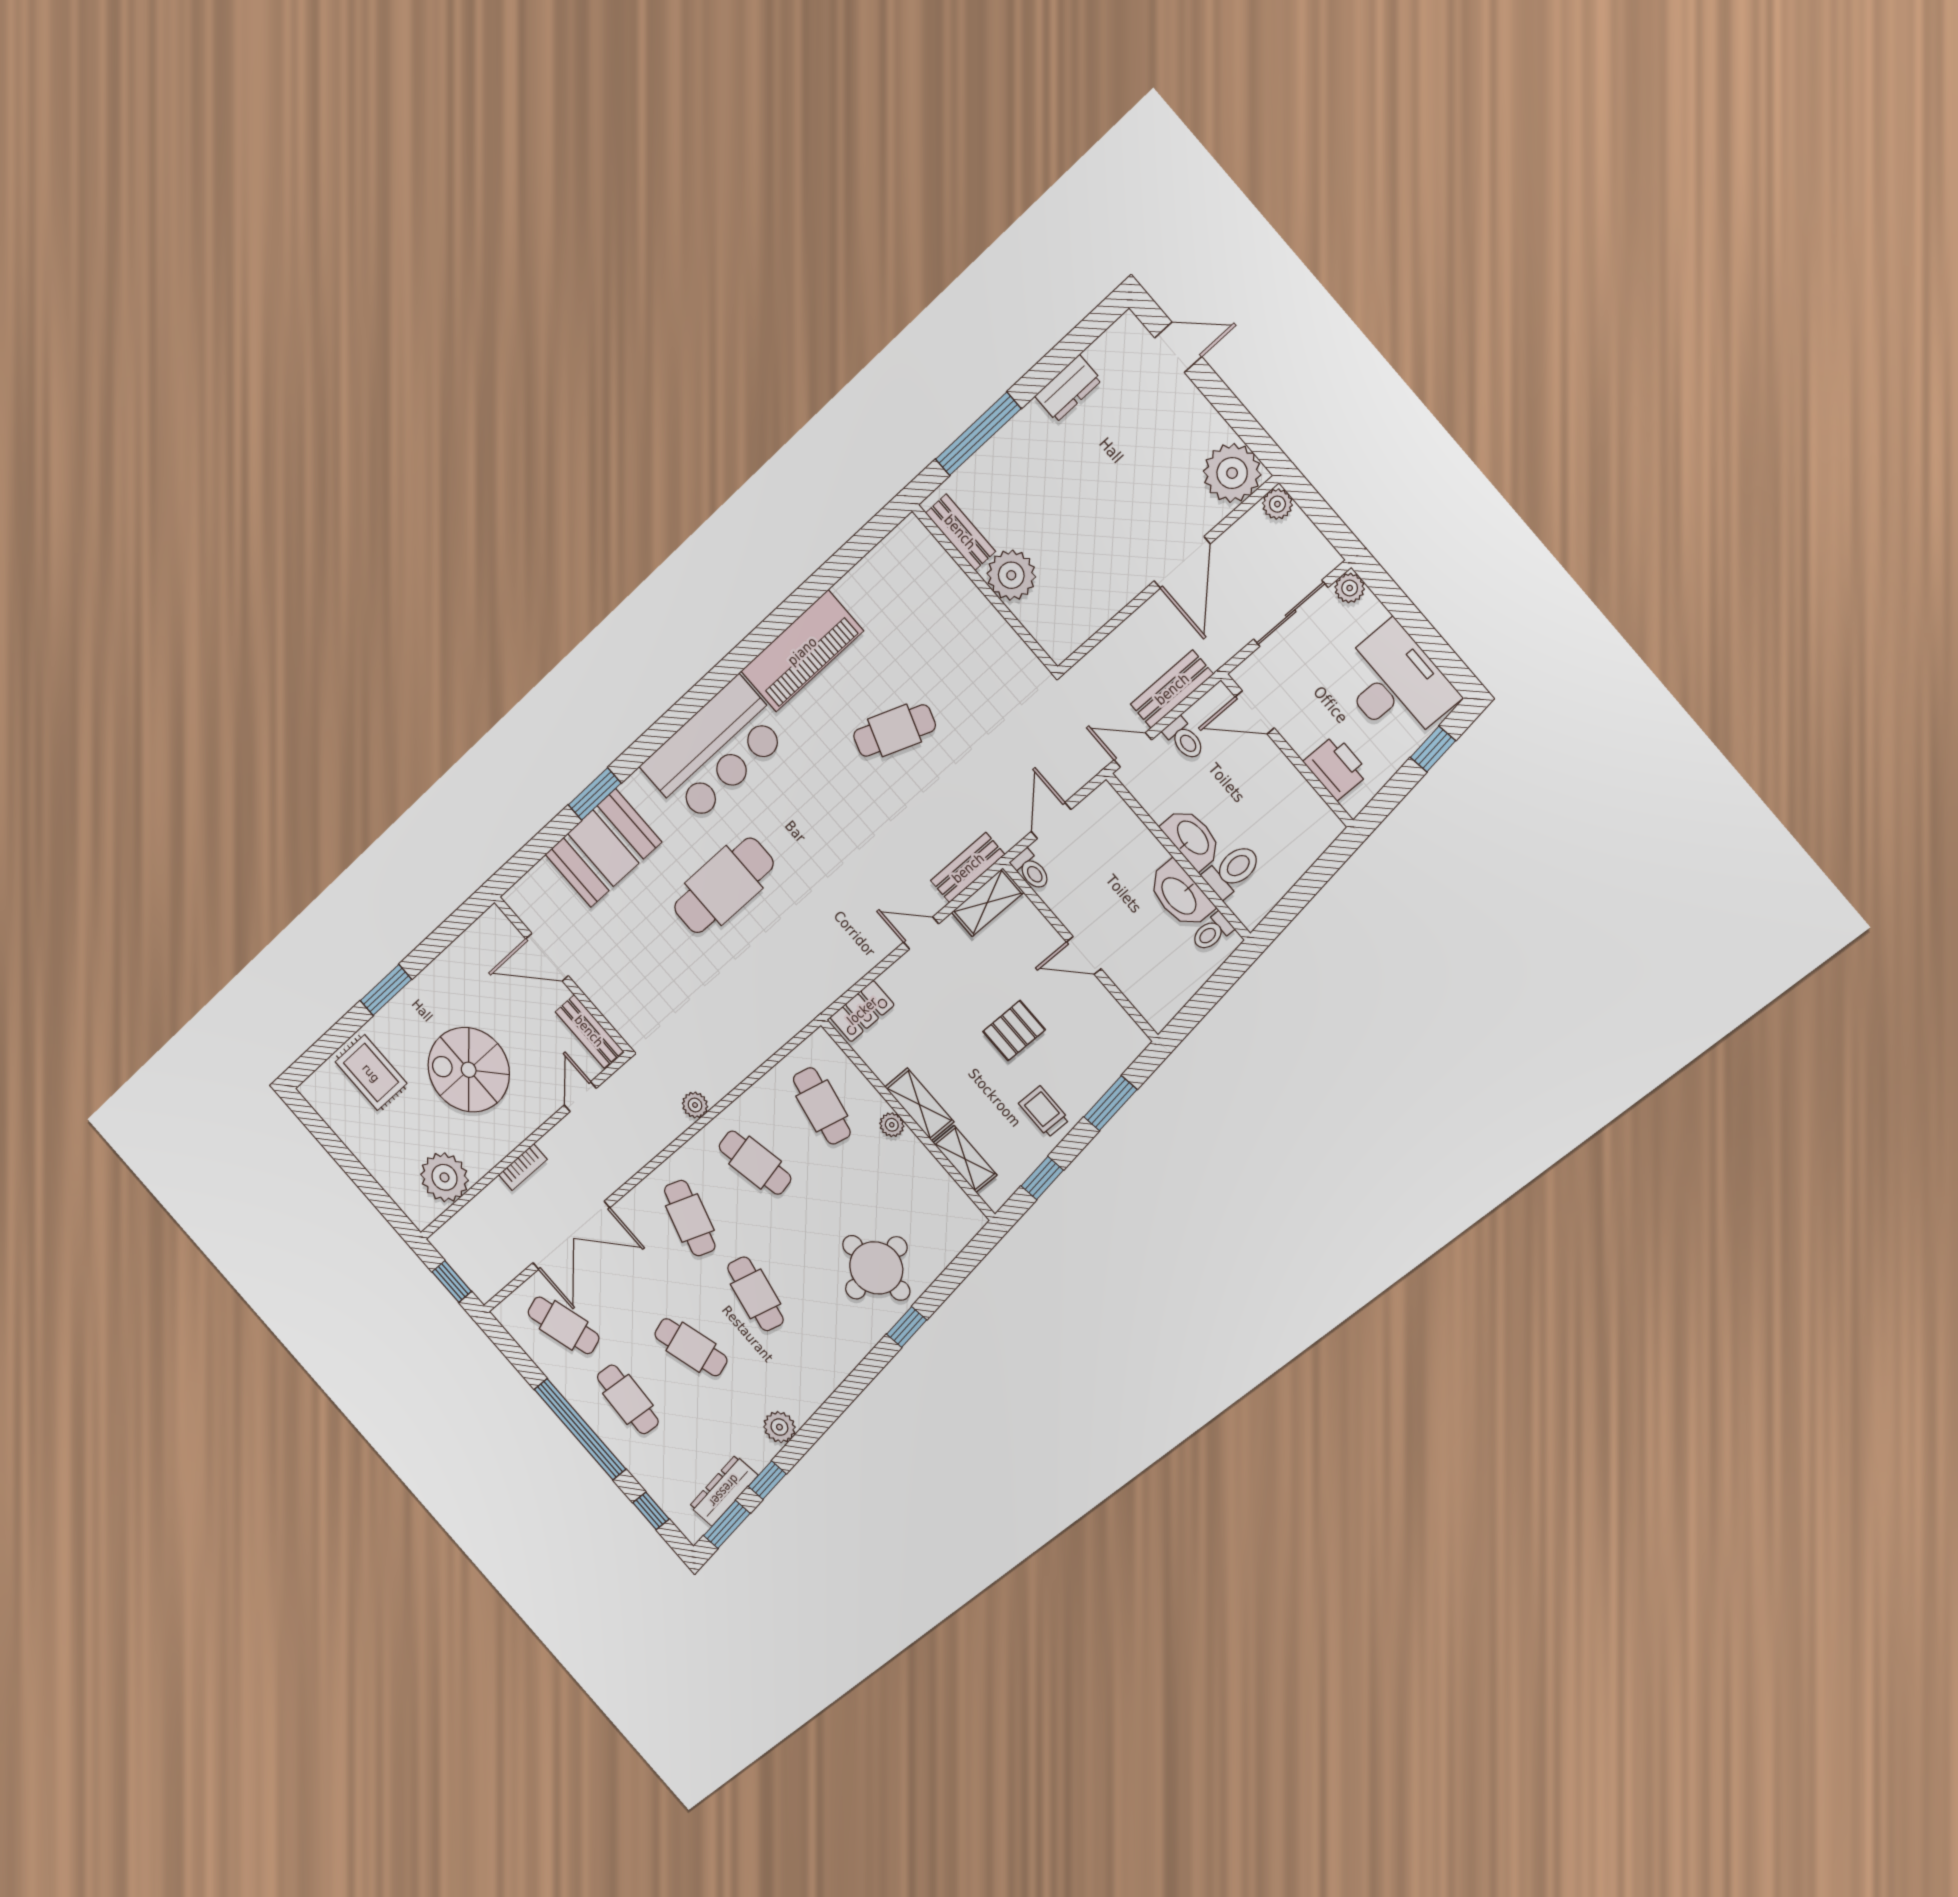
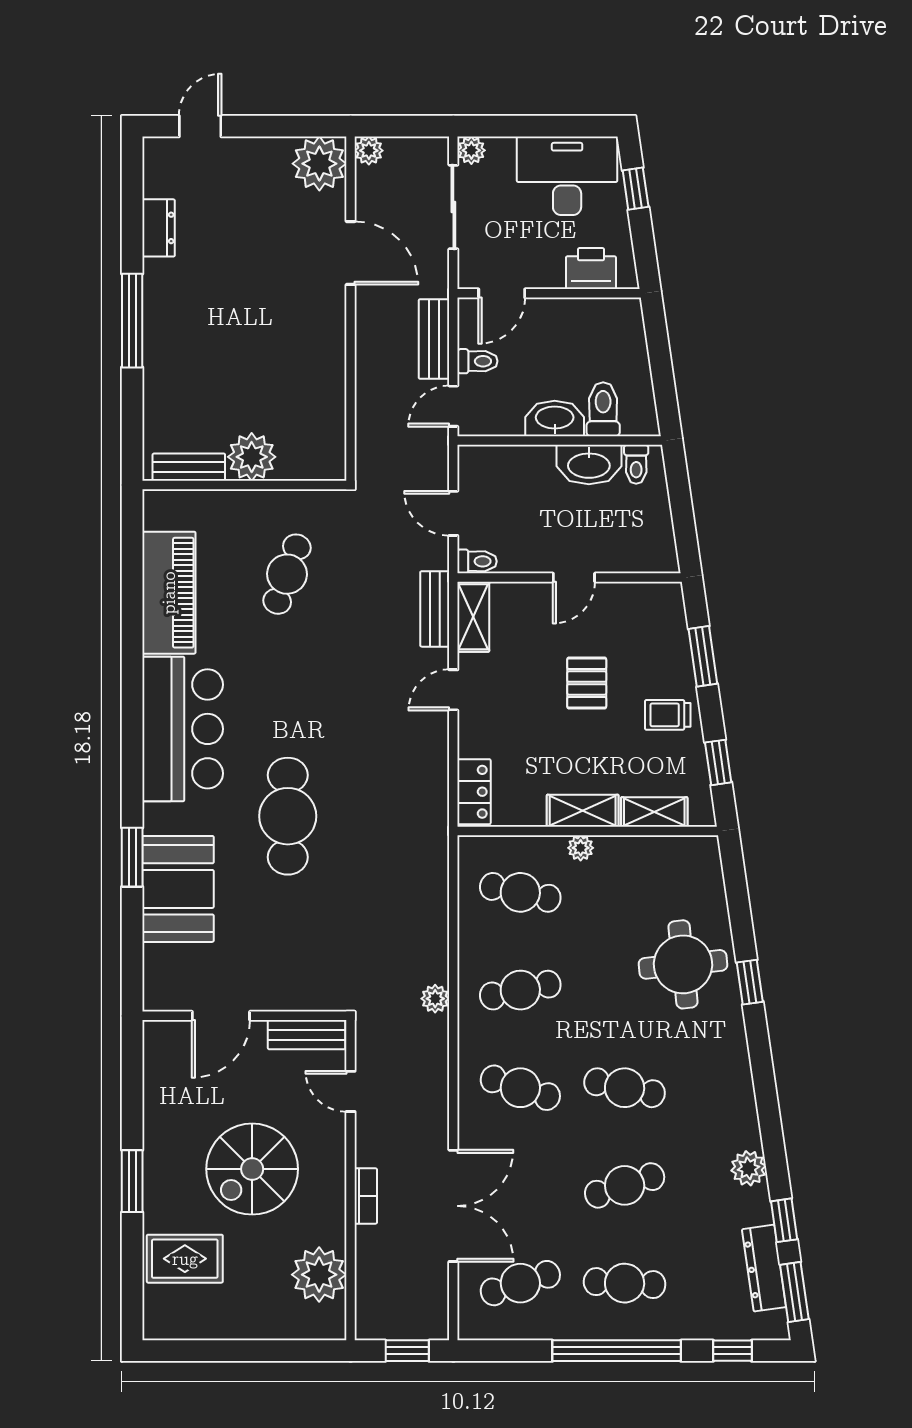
bench: (960, 532) -> (189, 467), moved
plant: (1011, 575) -> (252, 457), moved
wall: (985, 589) -> (244, 485), moved

